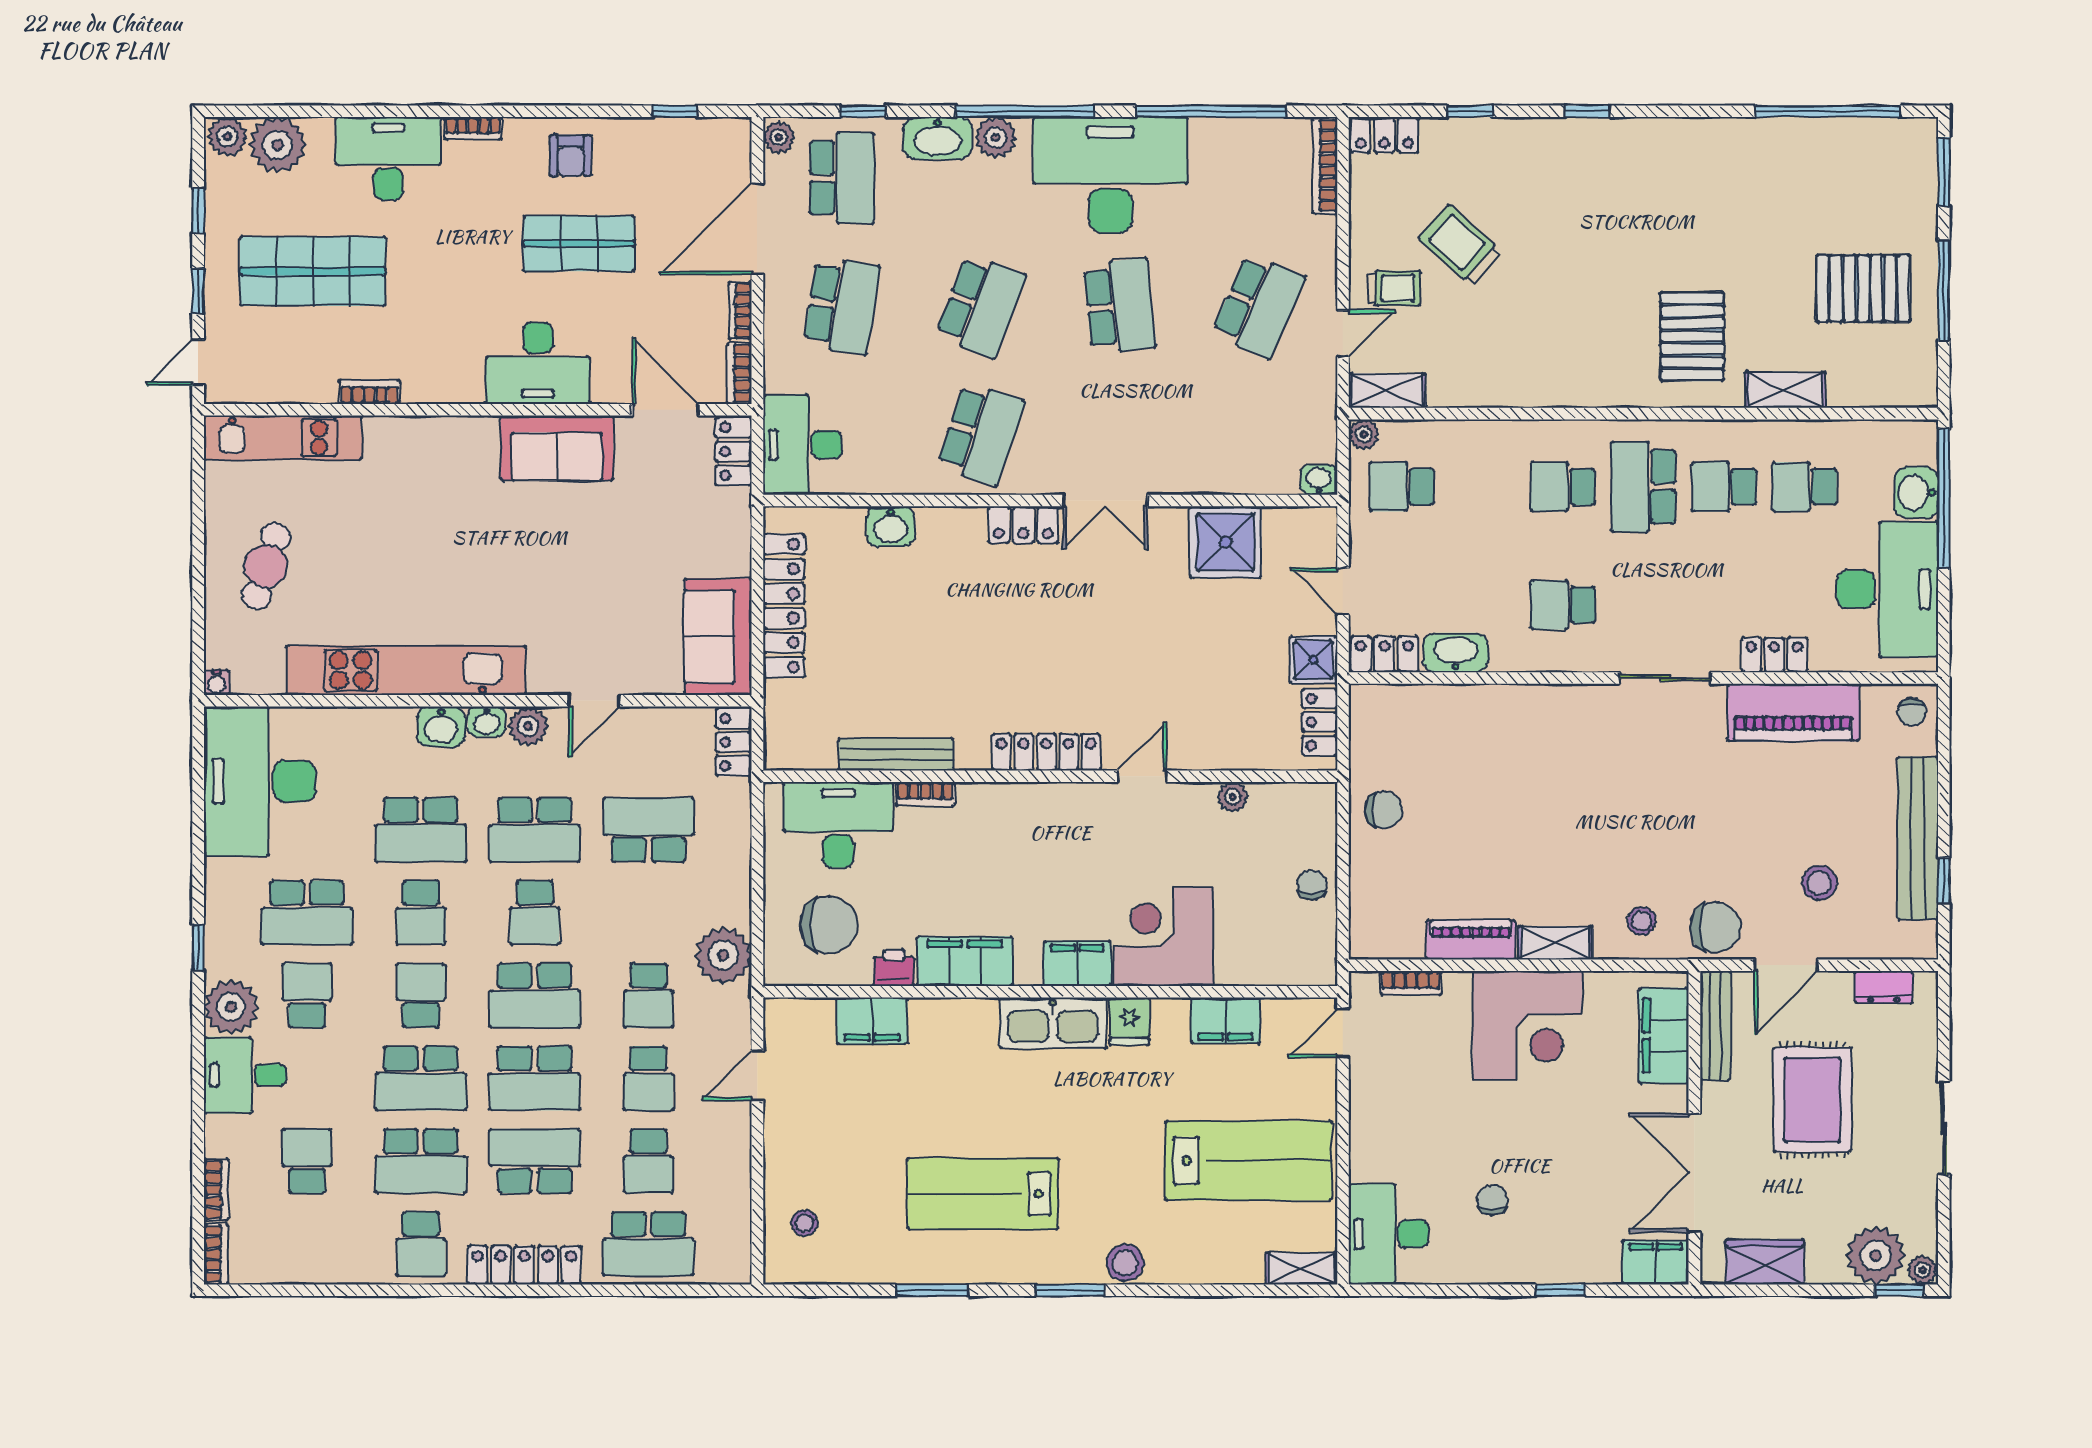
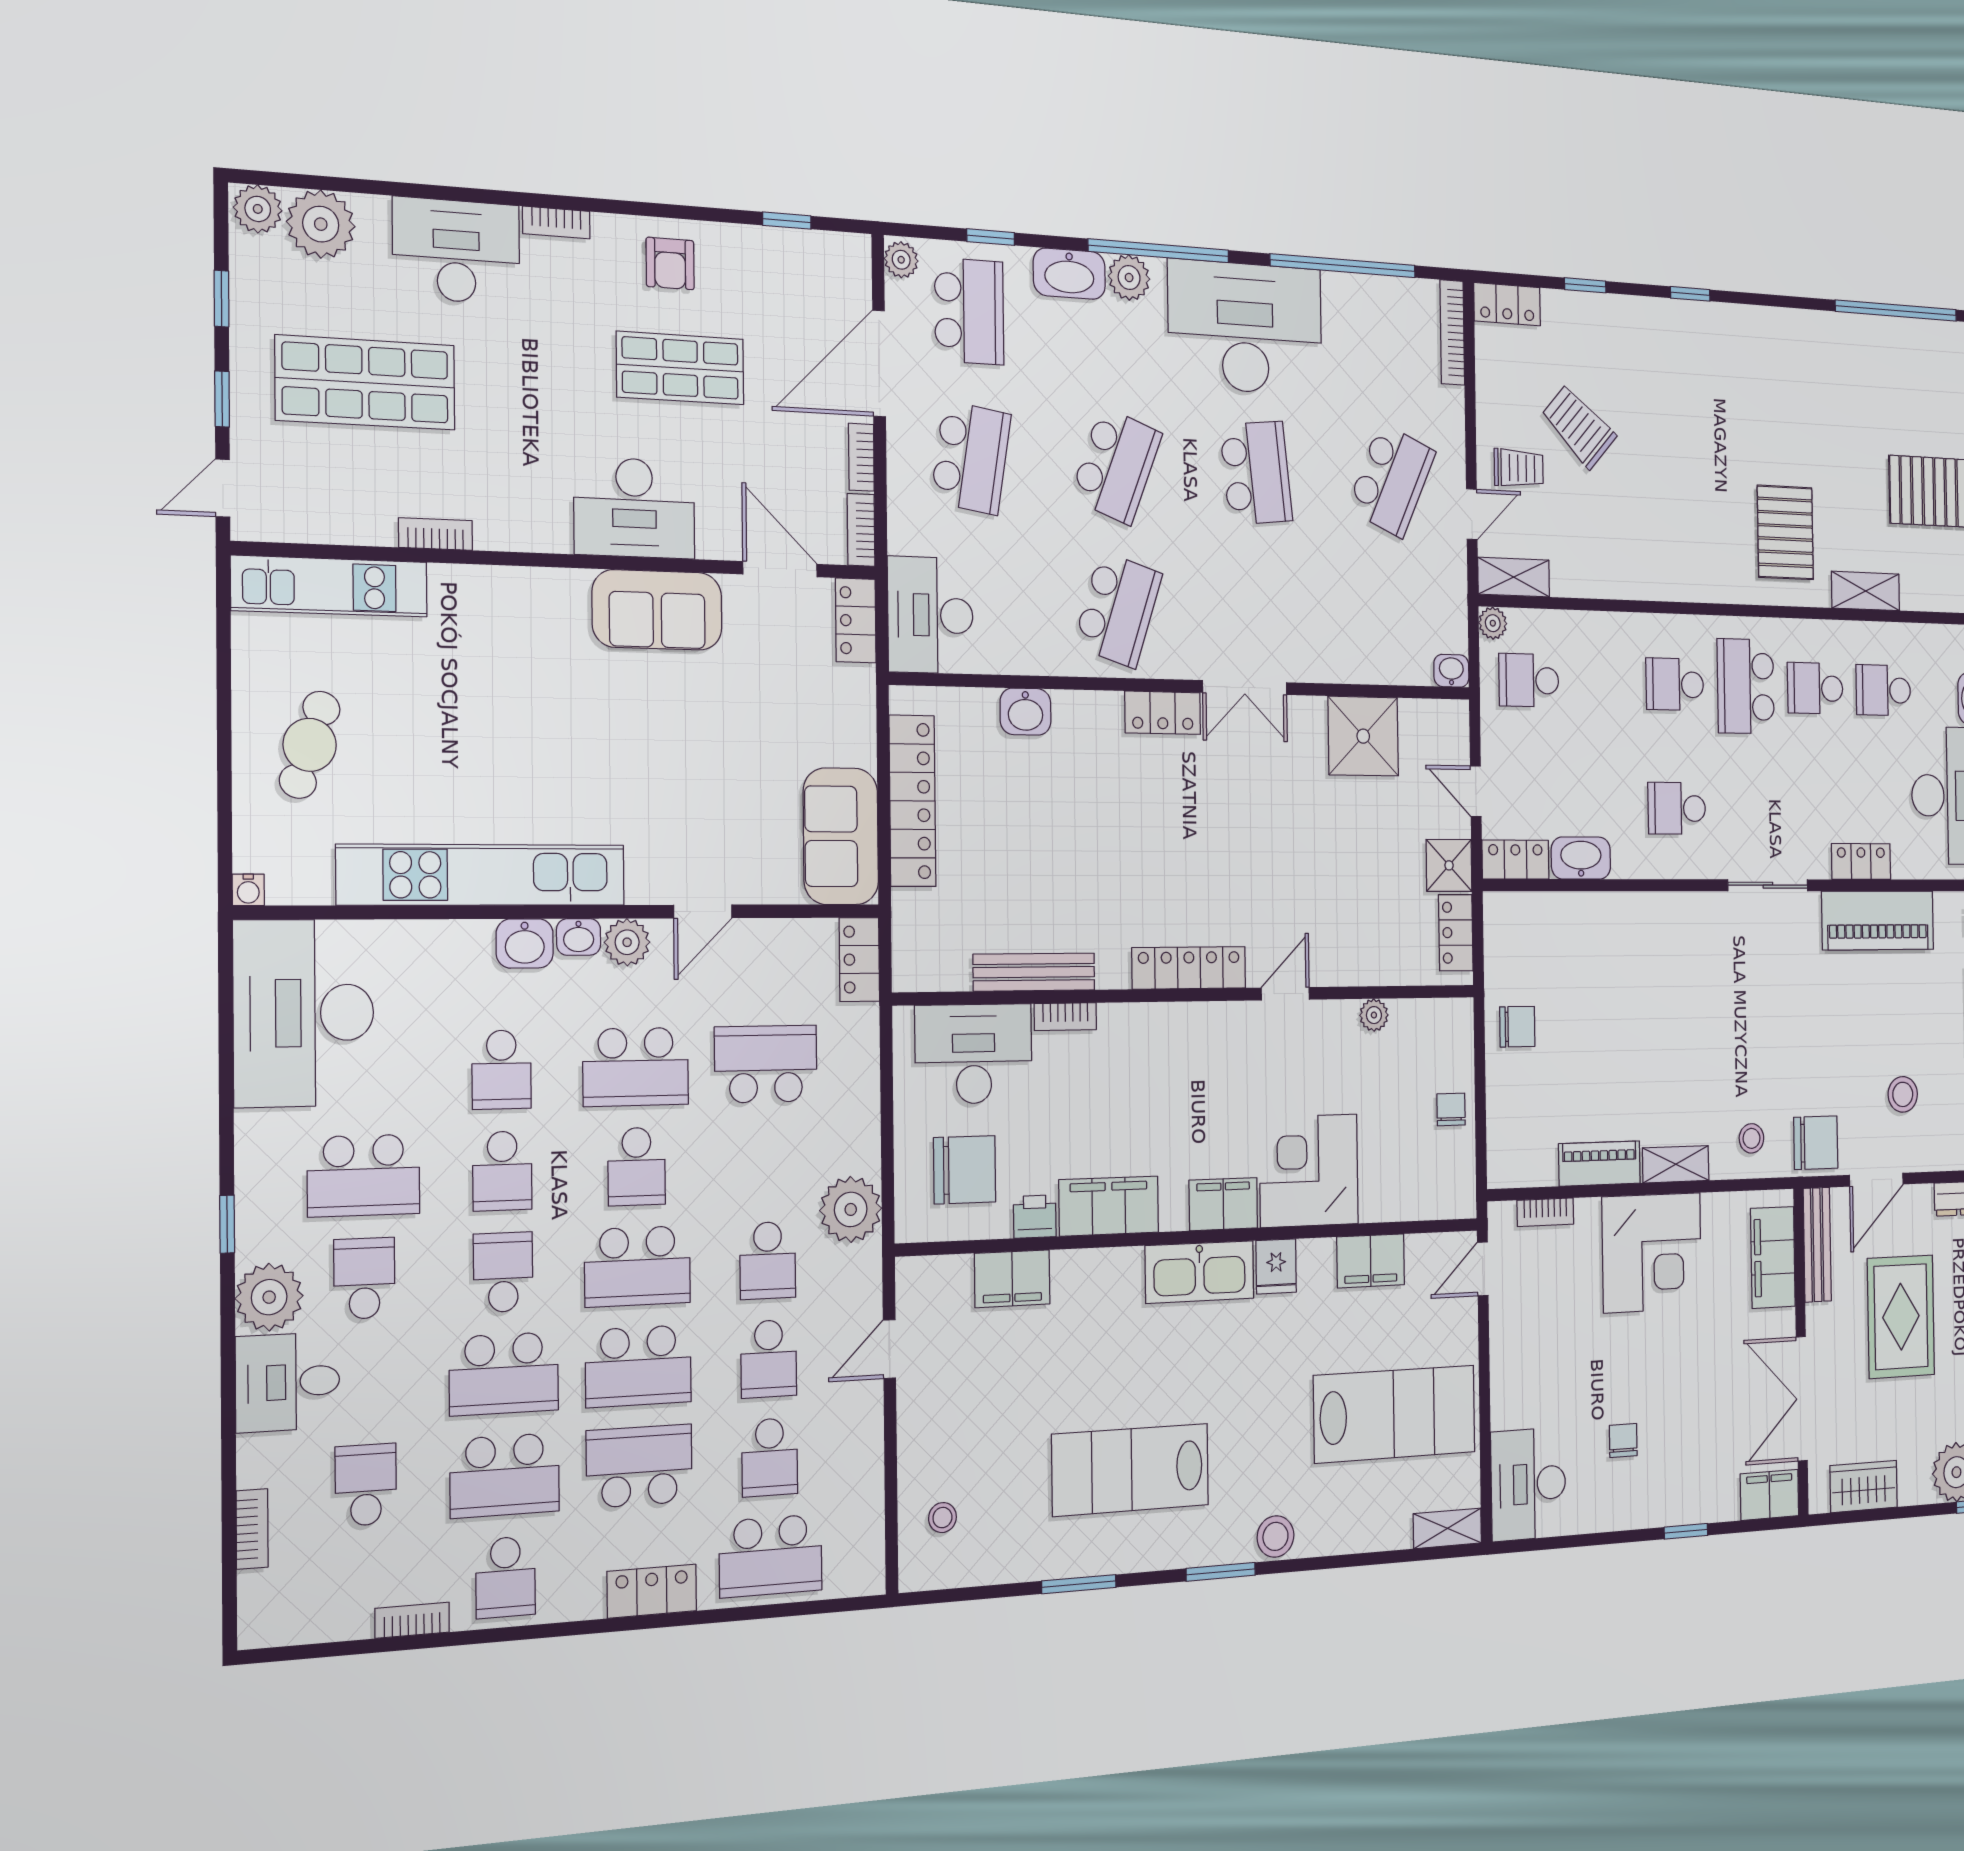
school desk: (421, 830) -> (501, 1070), width x0.54
bookcase: (216, 1254) -> (412, 1620), moved, turned -90
locker: (524, 1265) -> (652, 1591), width x0.66

